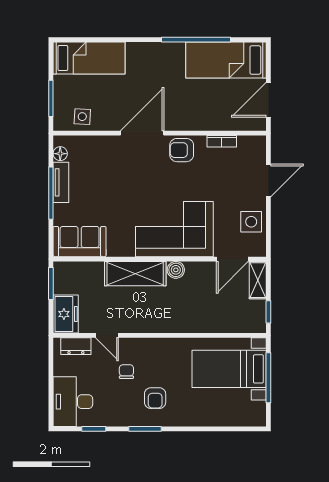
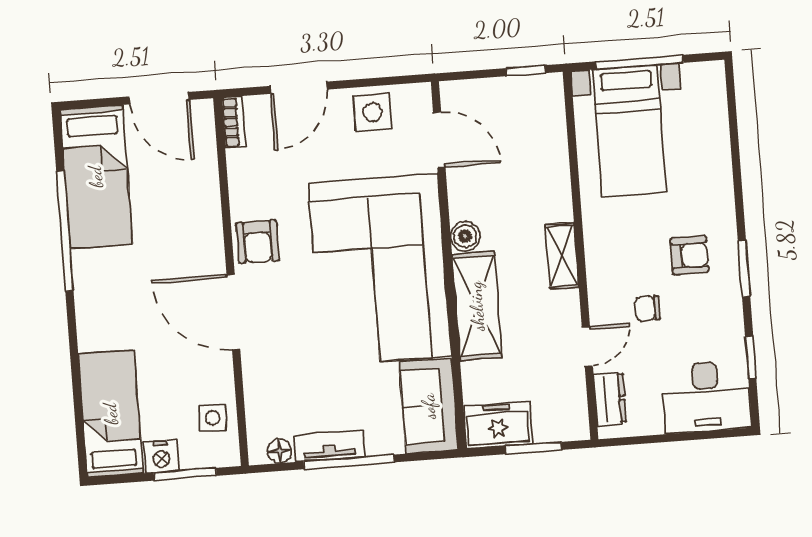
nightstand: (62, 85) -> (161, 456), added
bookcase: (222, 141) -> (233, 122), moved
door: (268, 180) -> (299, 88), swing flipped
corner sofa: (174, 229) -> (380, 270), width x1.36, depth x1.36
shelving: (258, 280) -> (562, 256), moved, turned 90
window: (51, 284) -> (534, 448), moved
freezer: (66, 314) -> (498, 425), moved

